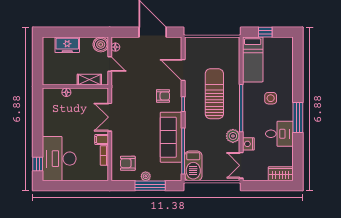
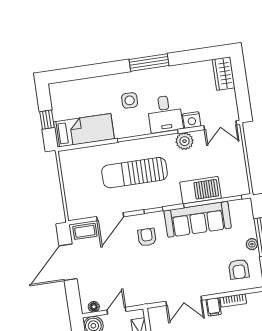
coffee table: (175, 49) -> (85, 231), added
desk: (279, 134) -> (165, 114), moved, turned 180
barbecue: (193, 166) -> (201, 190), moved

